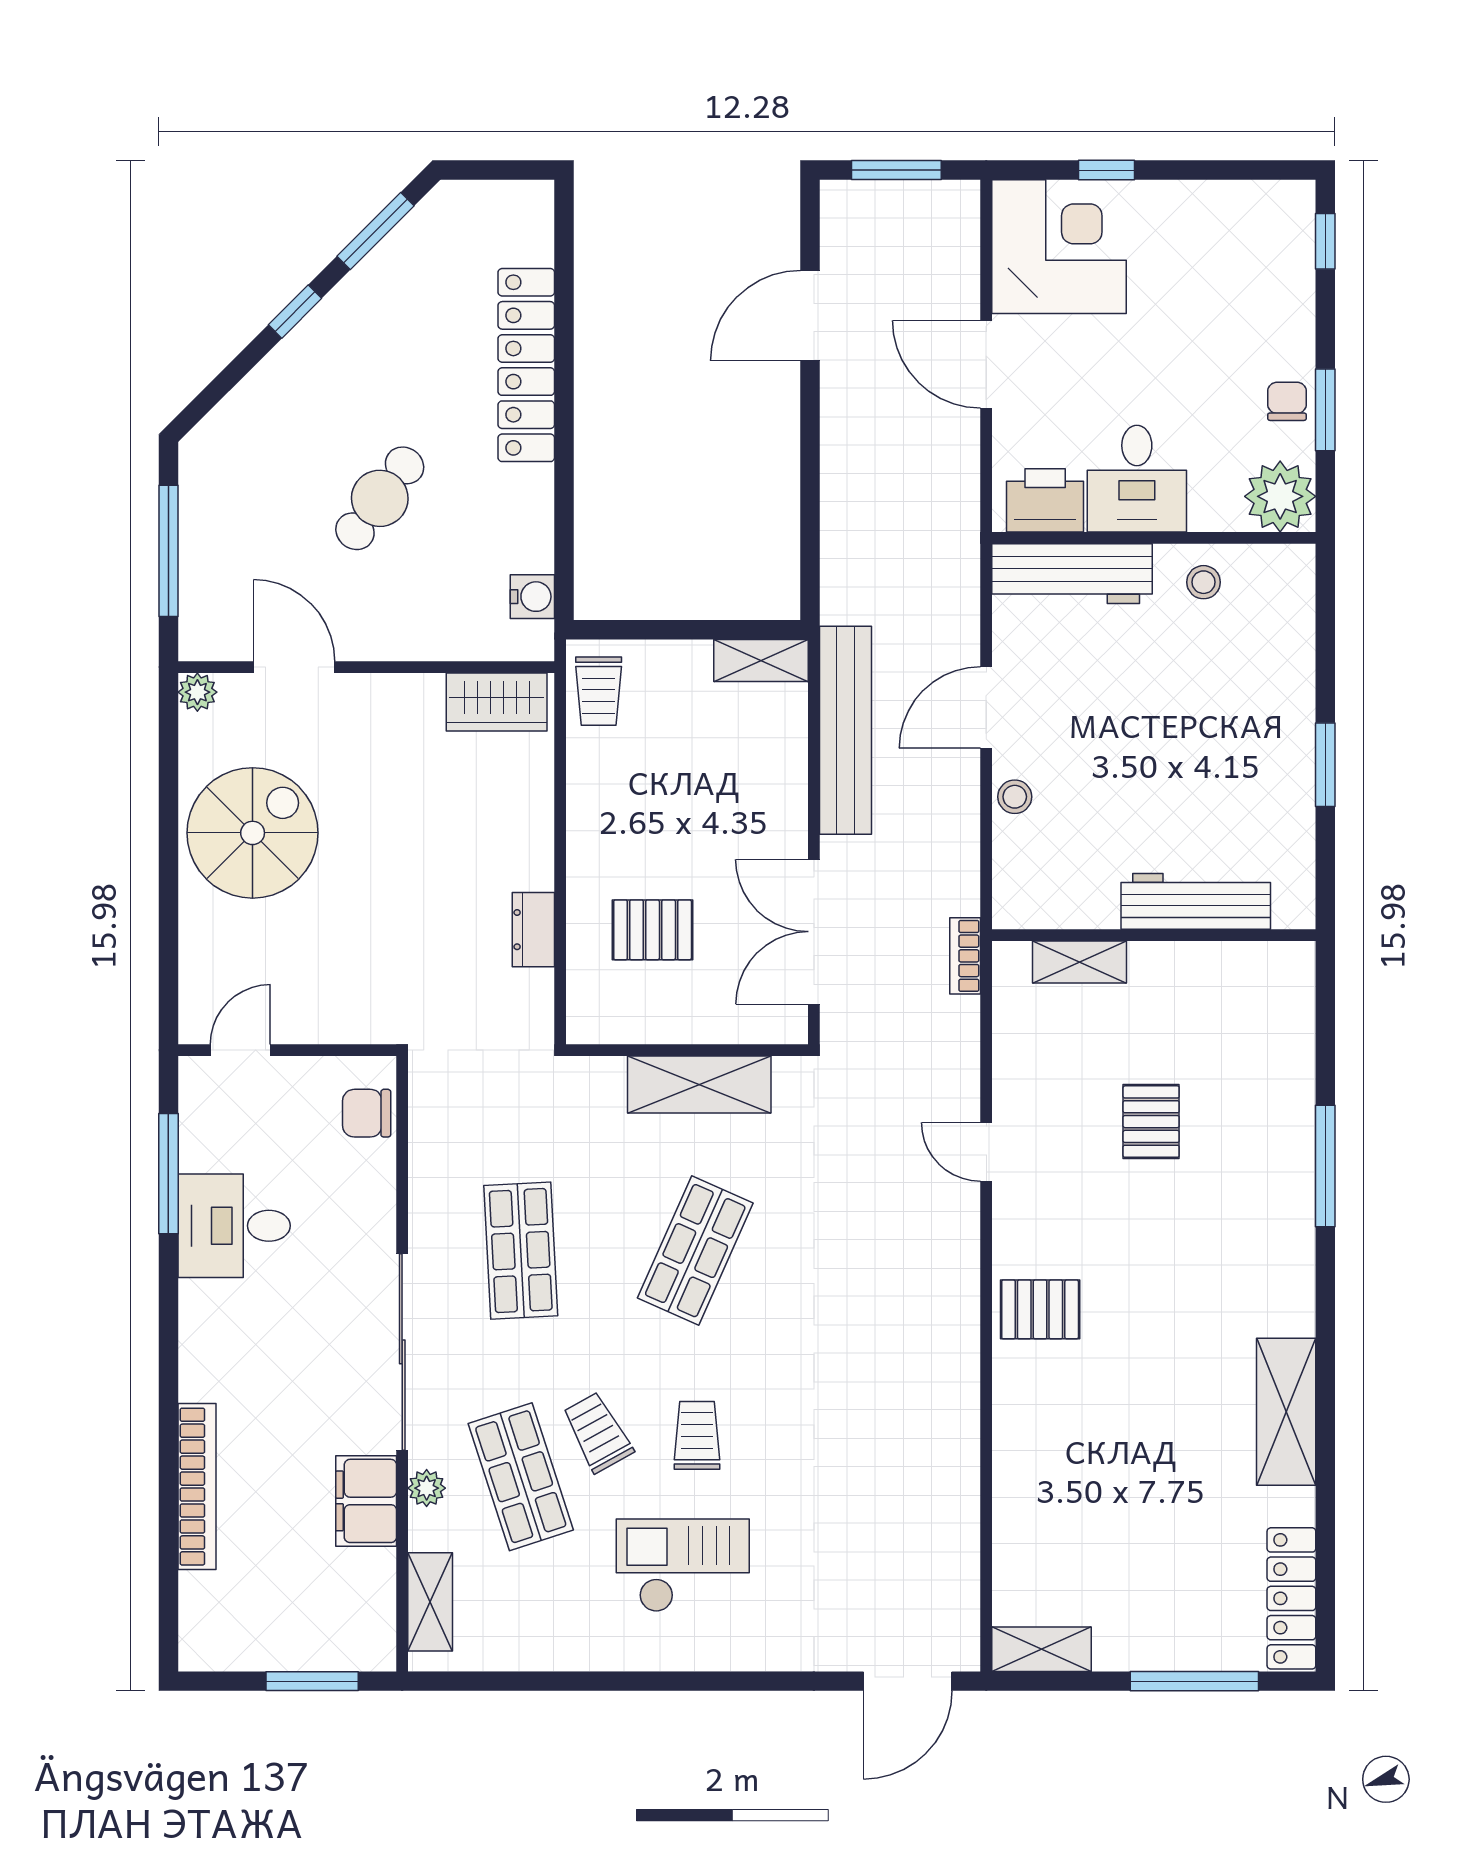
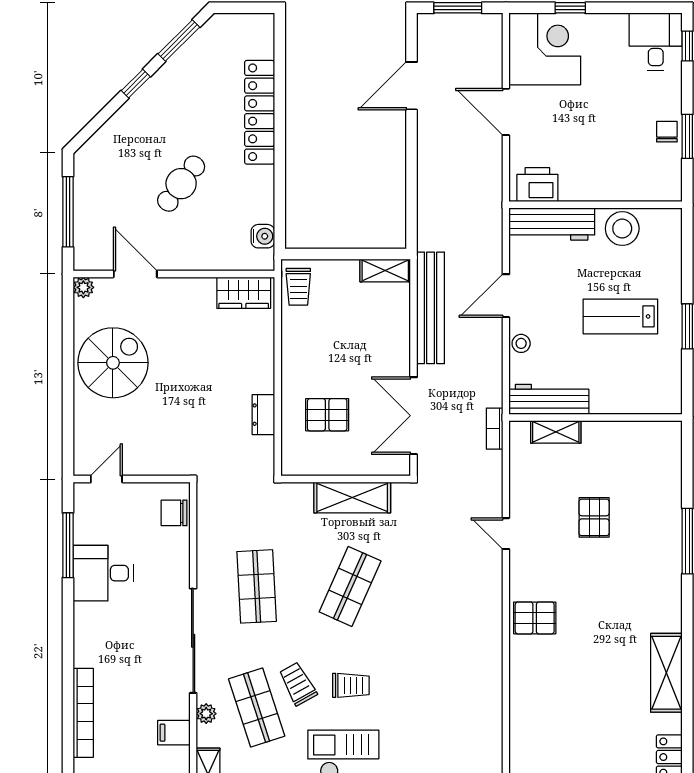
desk: (1137, 479) -> (656, 42), moved, turned 180
plant: (1280, 496) -> (663, 183), removed
stool: (1204, 582) -> (622, 229), width x1.89, depth x1.89
lab bench: (1200, 746) -> (620, 316), added
workbench: (1196, 901) -> (549, 399), moved
trolley: (697, 1435) -> (351, 685), turned 90
filing cabinet: (366, 1501) -> (174, 733), width x0.50

